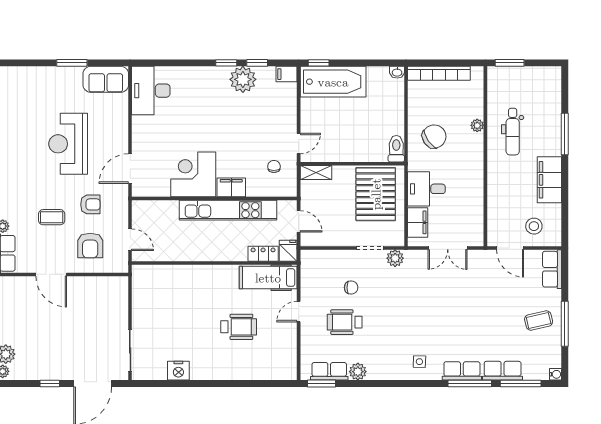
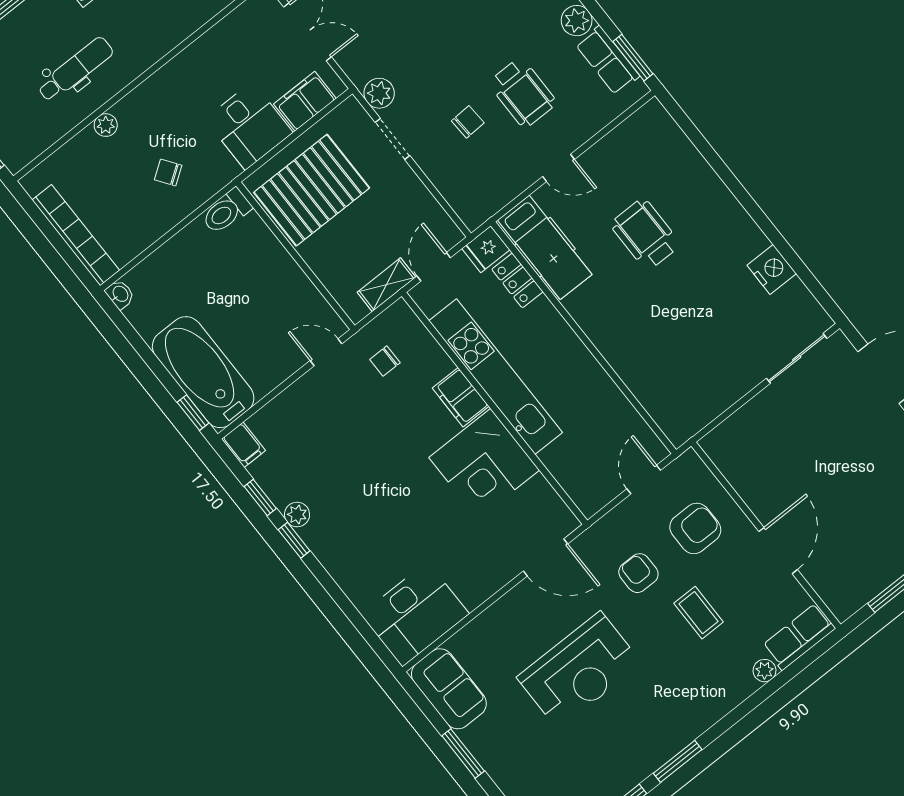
plant: (243, 79) -> (297, 514), width x0.53, depth x0.53
chair: (434, 137) -> (168, 172), width x0.54, depth x0.54
shelving: (316, 172) -> (386, 285), moved, turned 90
chair: (351, 288) -> (468, 122), turned 87

